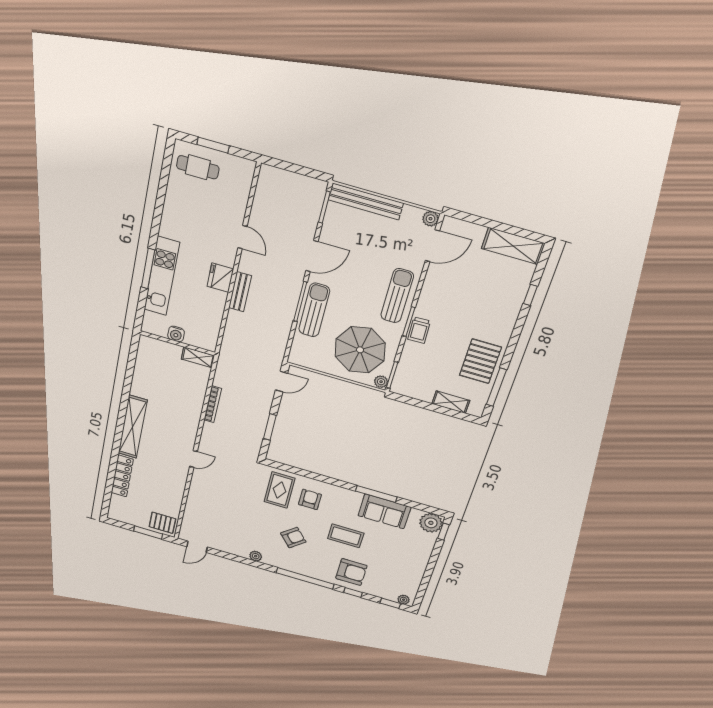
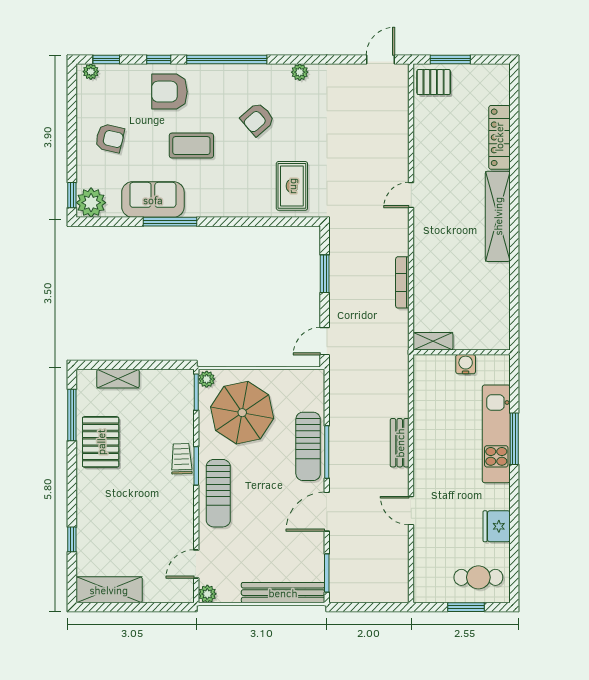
door: (432, 246) -> (196, 564), width x0.73
fridge: (220, 278) -> (497, 526), moved, turned 180
armchair: (310, 499) -> (110, 138), moved, turned -77

